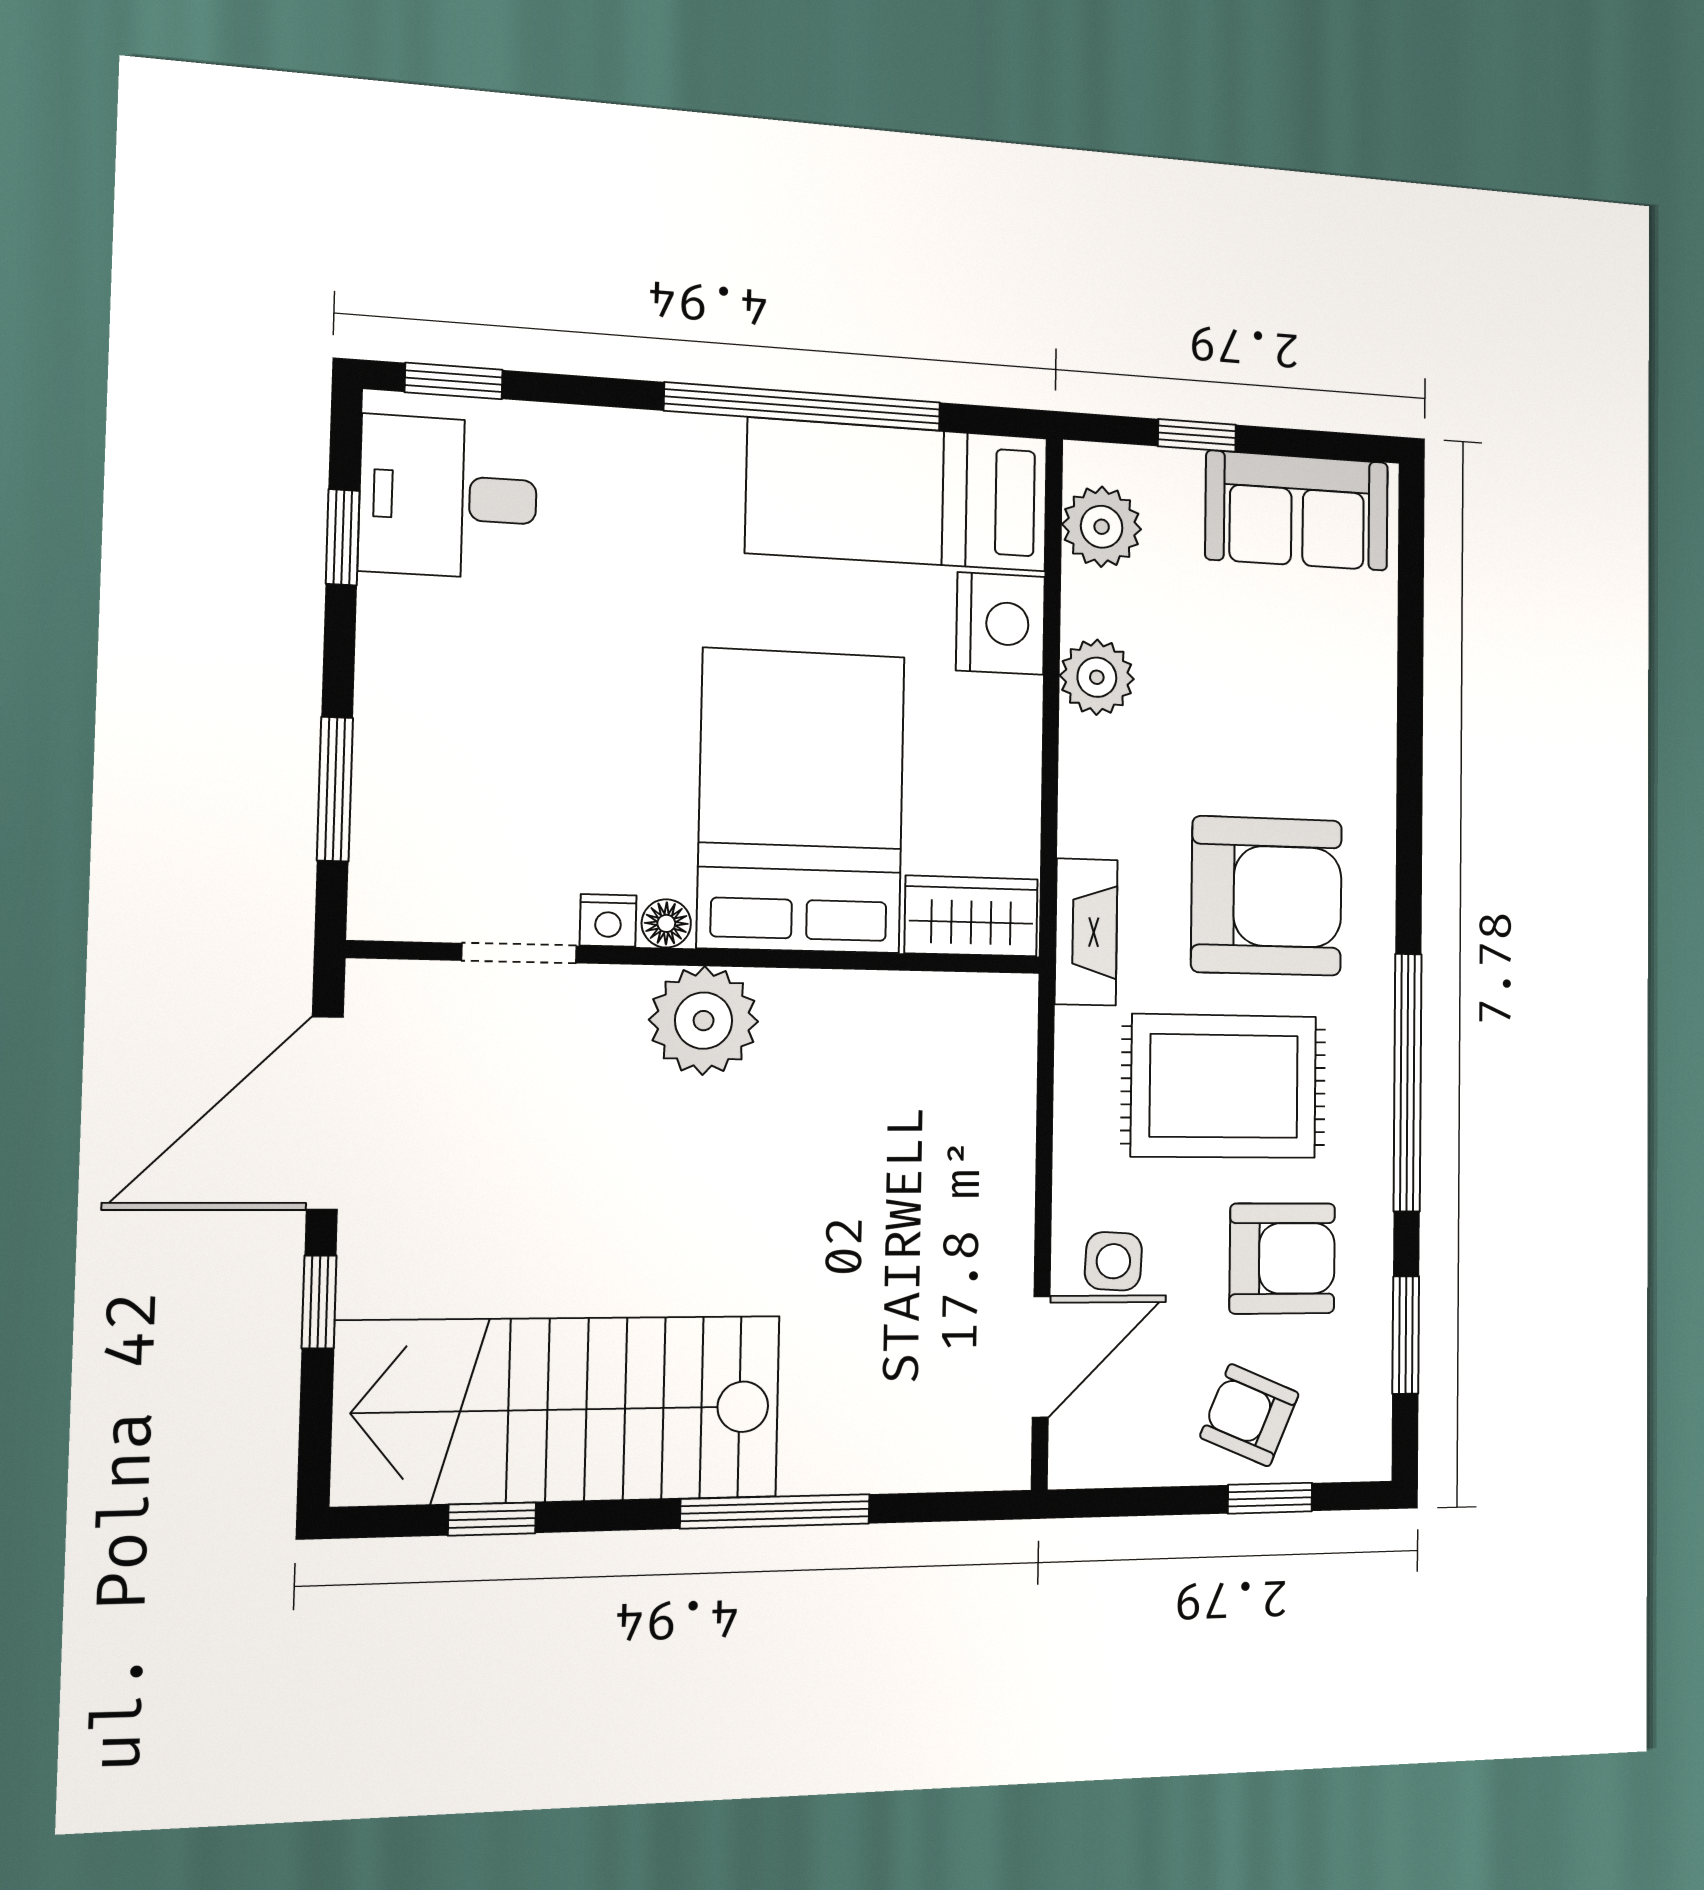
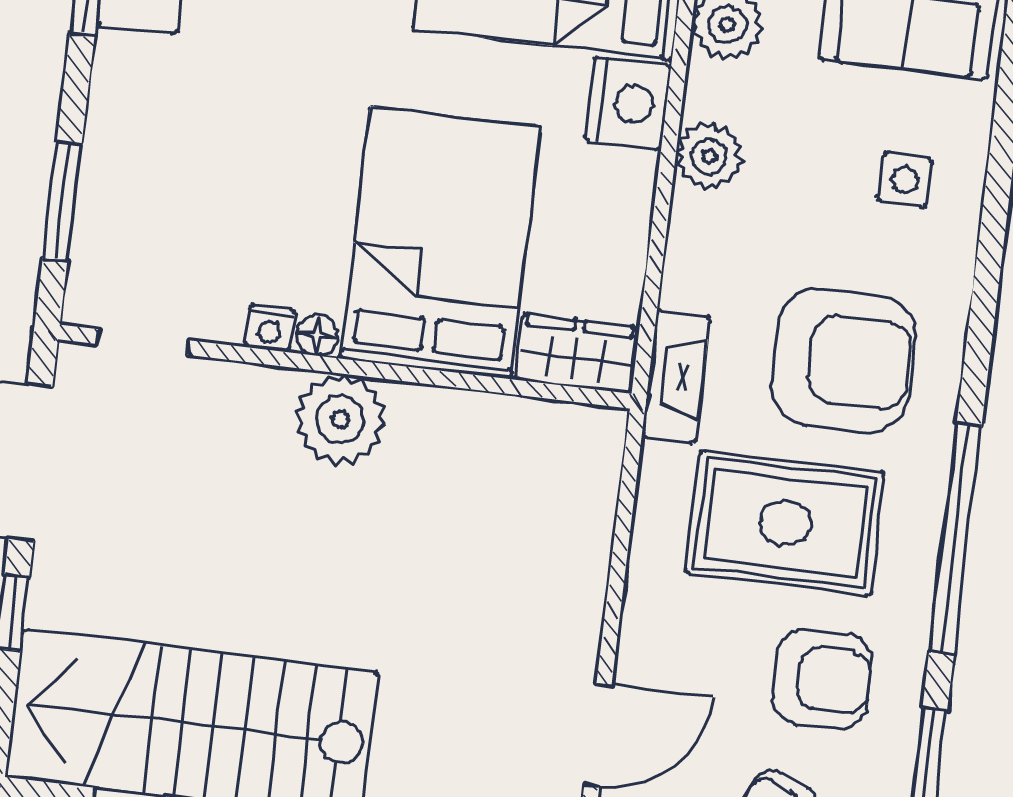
doorway: (519, 953) -> (143, 342), moved
side table: (1113, 1261) -> (905, 180), moved

